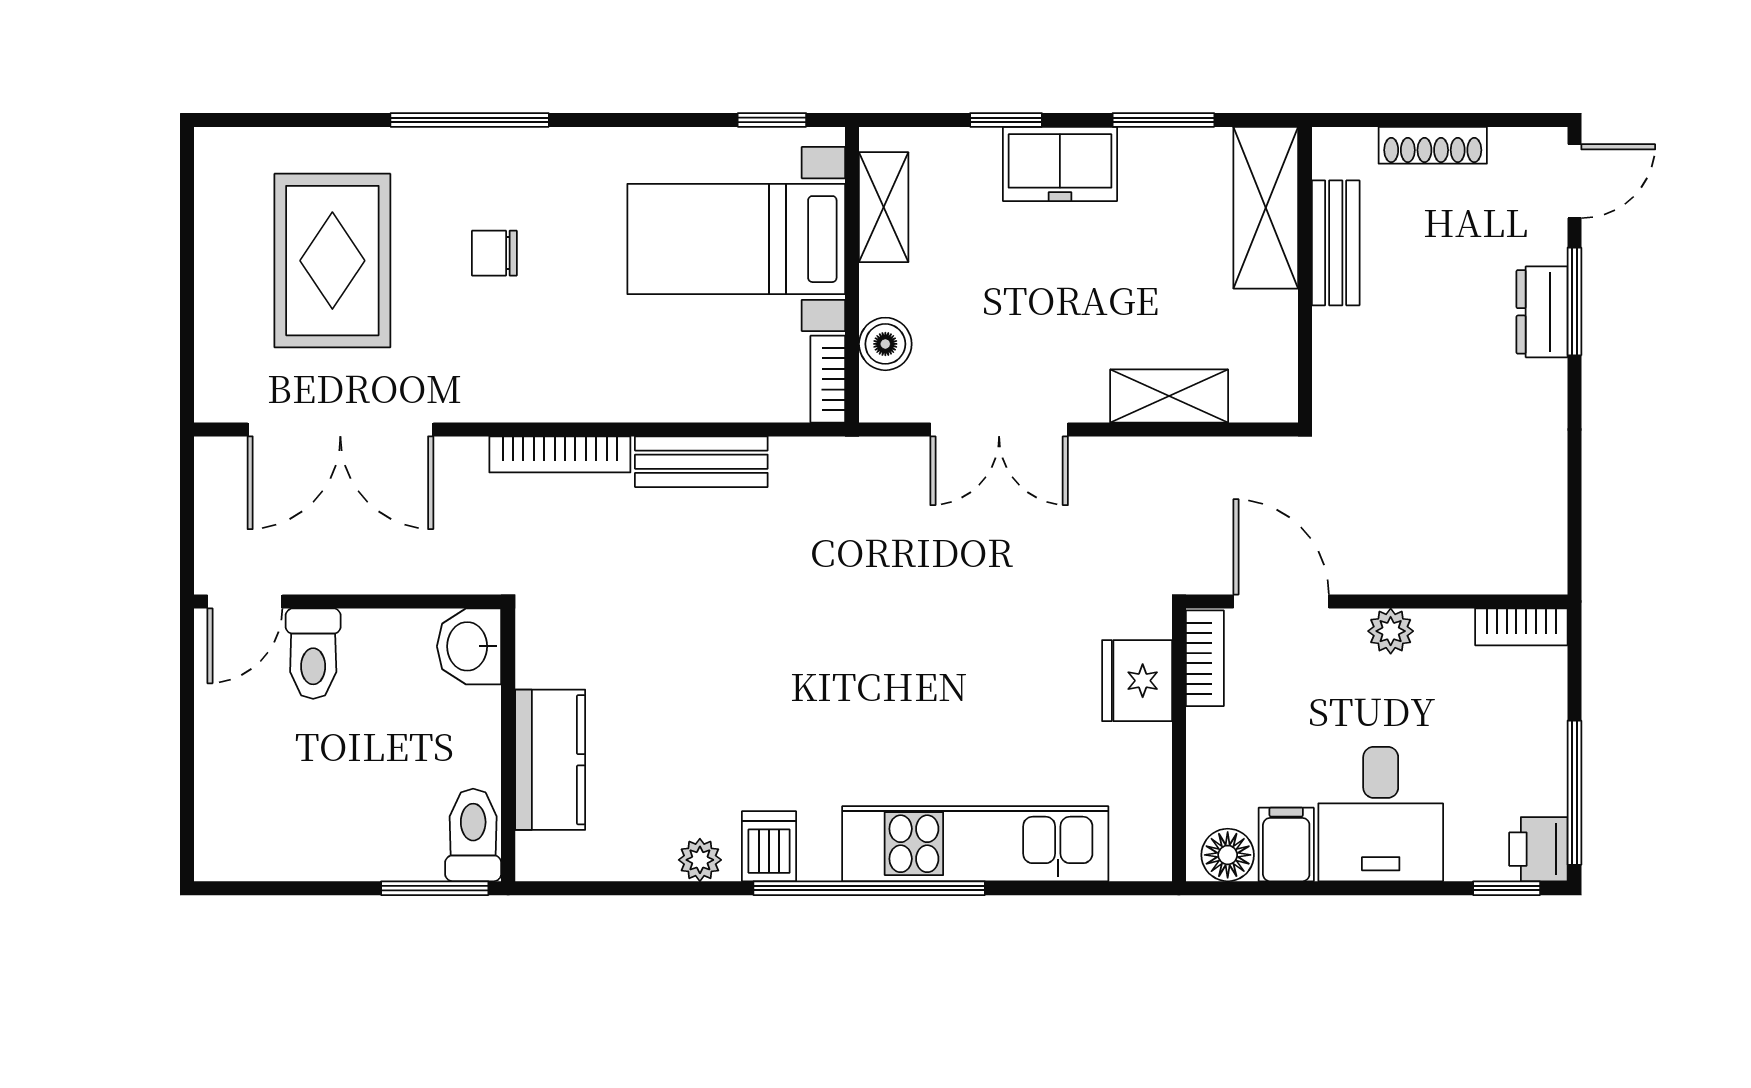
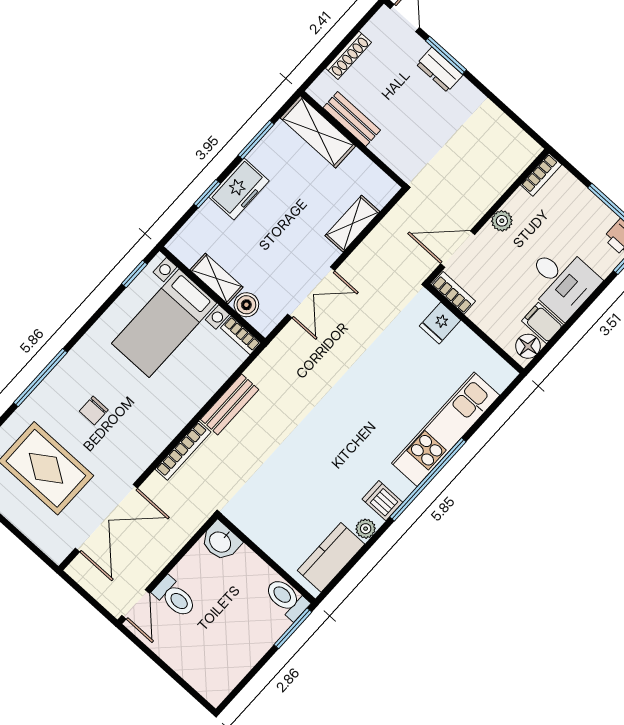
shelving: (884, 207) -> (216, 279), moved
fridge: (1137, 681) -> (440, 323), width x0.72
kitchen counter: (550, 760) -> (331, 557), moved, turned -90

